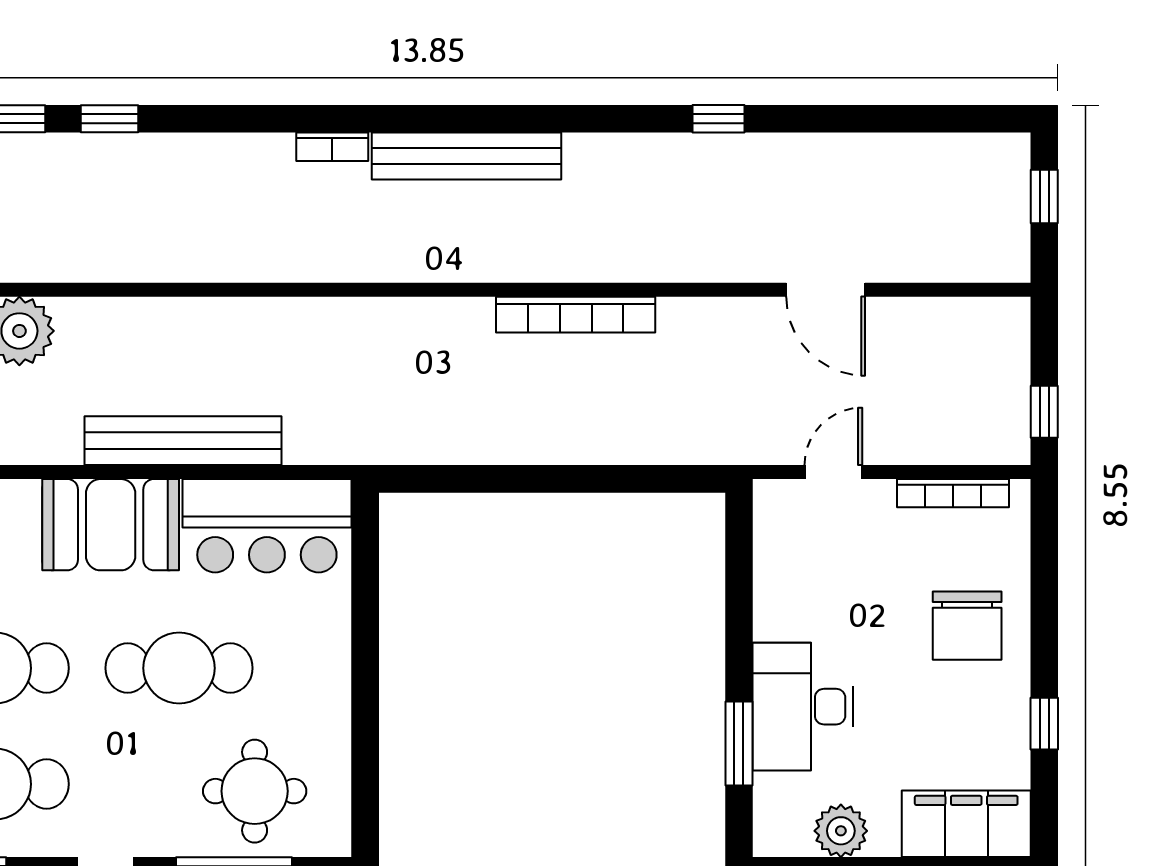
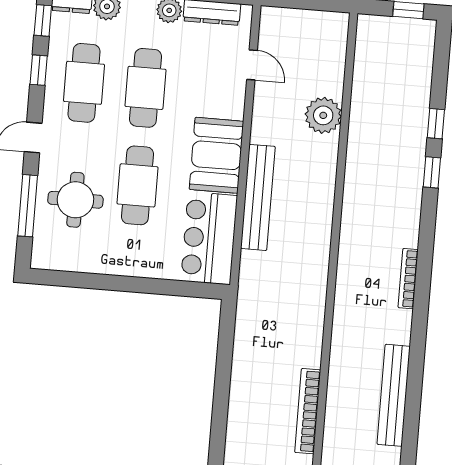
bookcase: (332, 147) -> (408, 279), width x1.56
bench: (466, 156) -> (394, 395), moved
round table: (255, 791) -> (75, 200), moved

